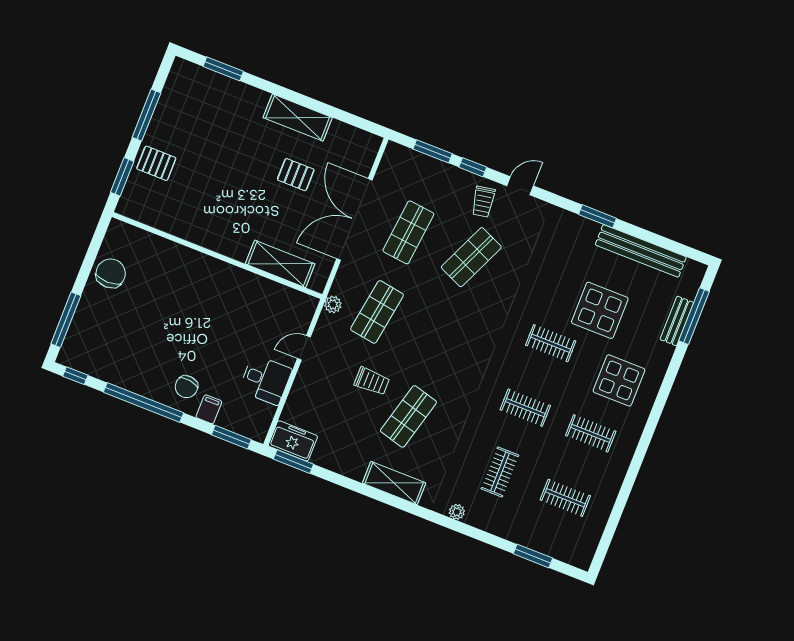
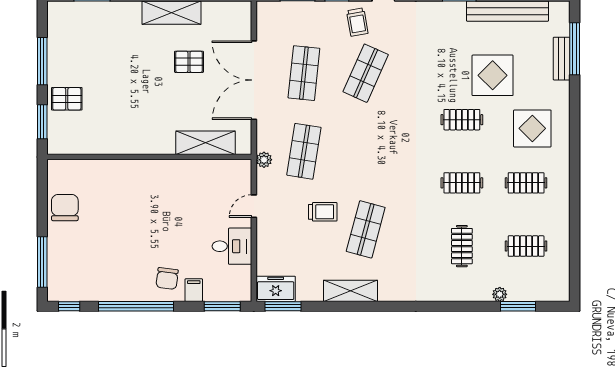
shelving: (394, 483) -> (350, 291), moved
plant: (457, 512) -> (500, 294), moved

